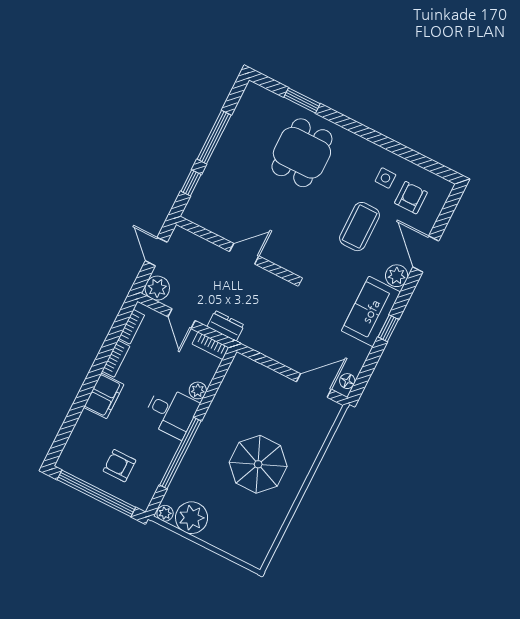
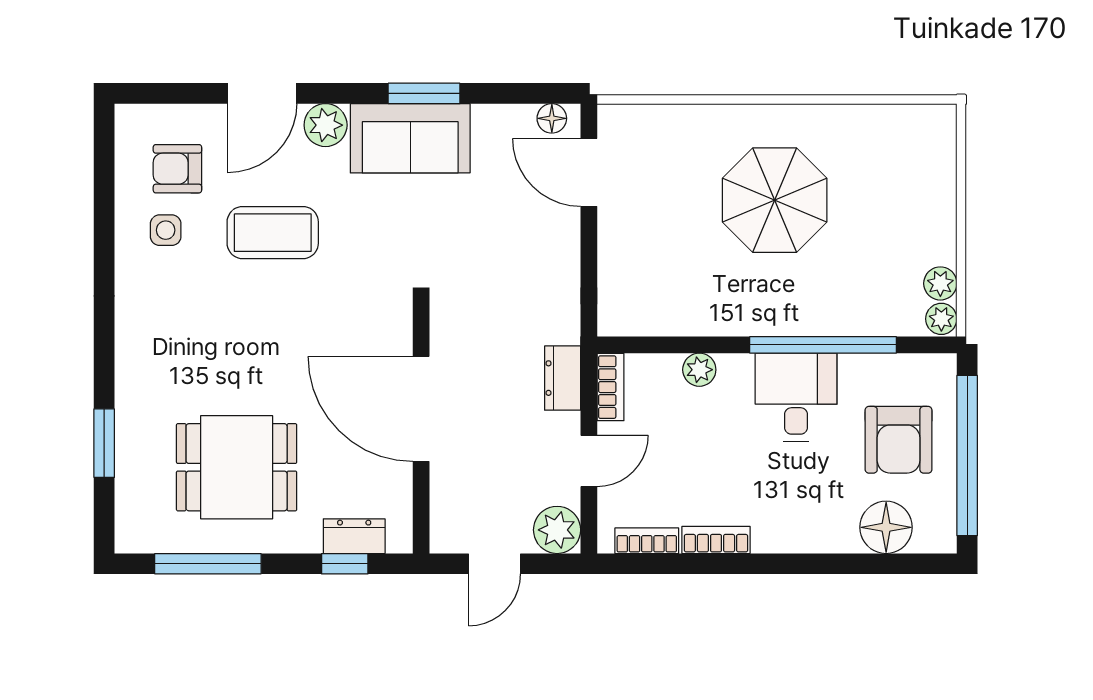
window: (214, 137) -> (208, 564), moved
dining table: (302, 153) -> (237, 467), moved
dresser: (201, 194) -> (354, 536), added
door: (244, 254) -> (421, 409), width x1.87
window: (388, 328) -> (424, 93), width x1.50
filing cabinet: (104, 396) -> (791, 528), removed
desk: (171, 412) -> (796, 397), moved
floor lamp: (82, 440) -> (886, 527), added
armchair: (119, 466) -> (899, 440), width x1.38, depth x1.38
plant: (192, 518) -> (940, 283), width x0.53, depth x0.53

